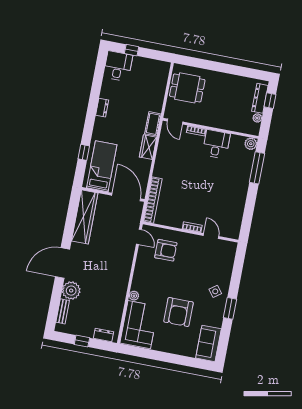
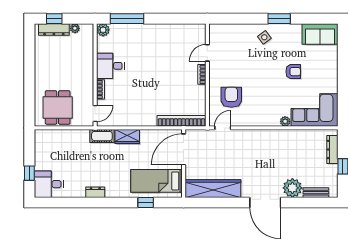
armchair: (178, 312) -> (293, 72), width x0.53, depth x0.53
dresser: (103, 335) -> (332, 149), width x1.44

